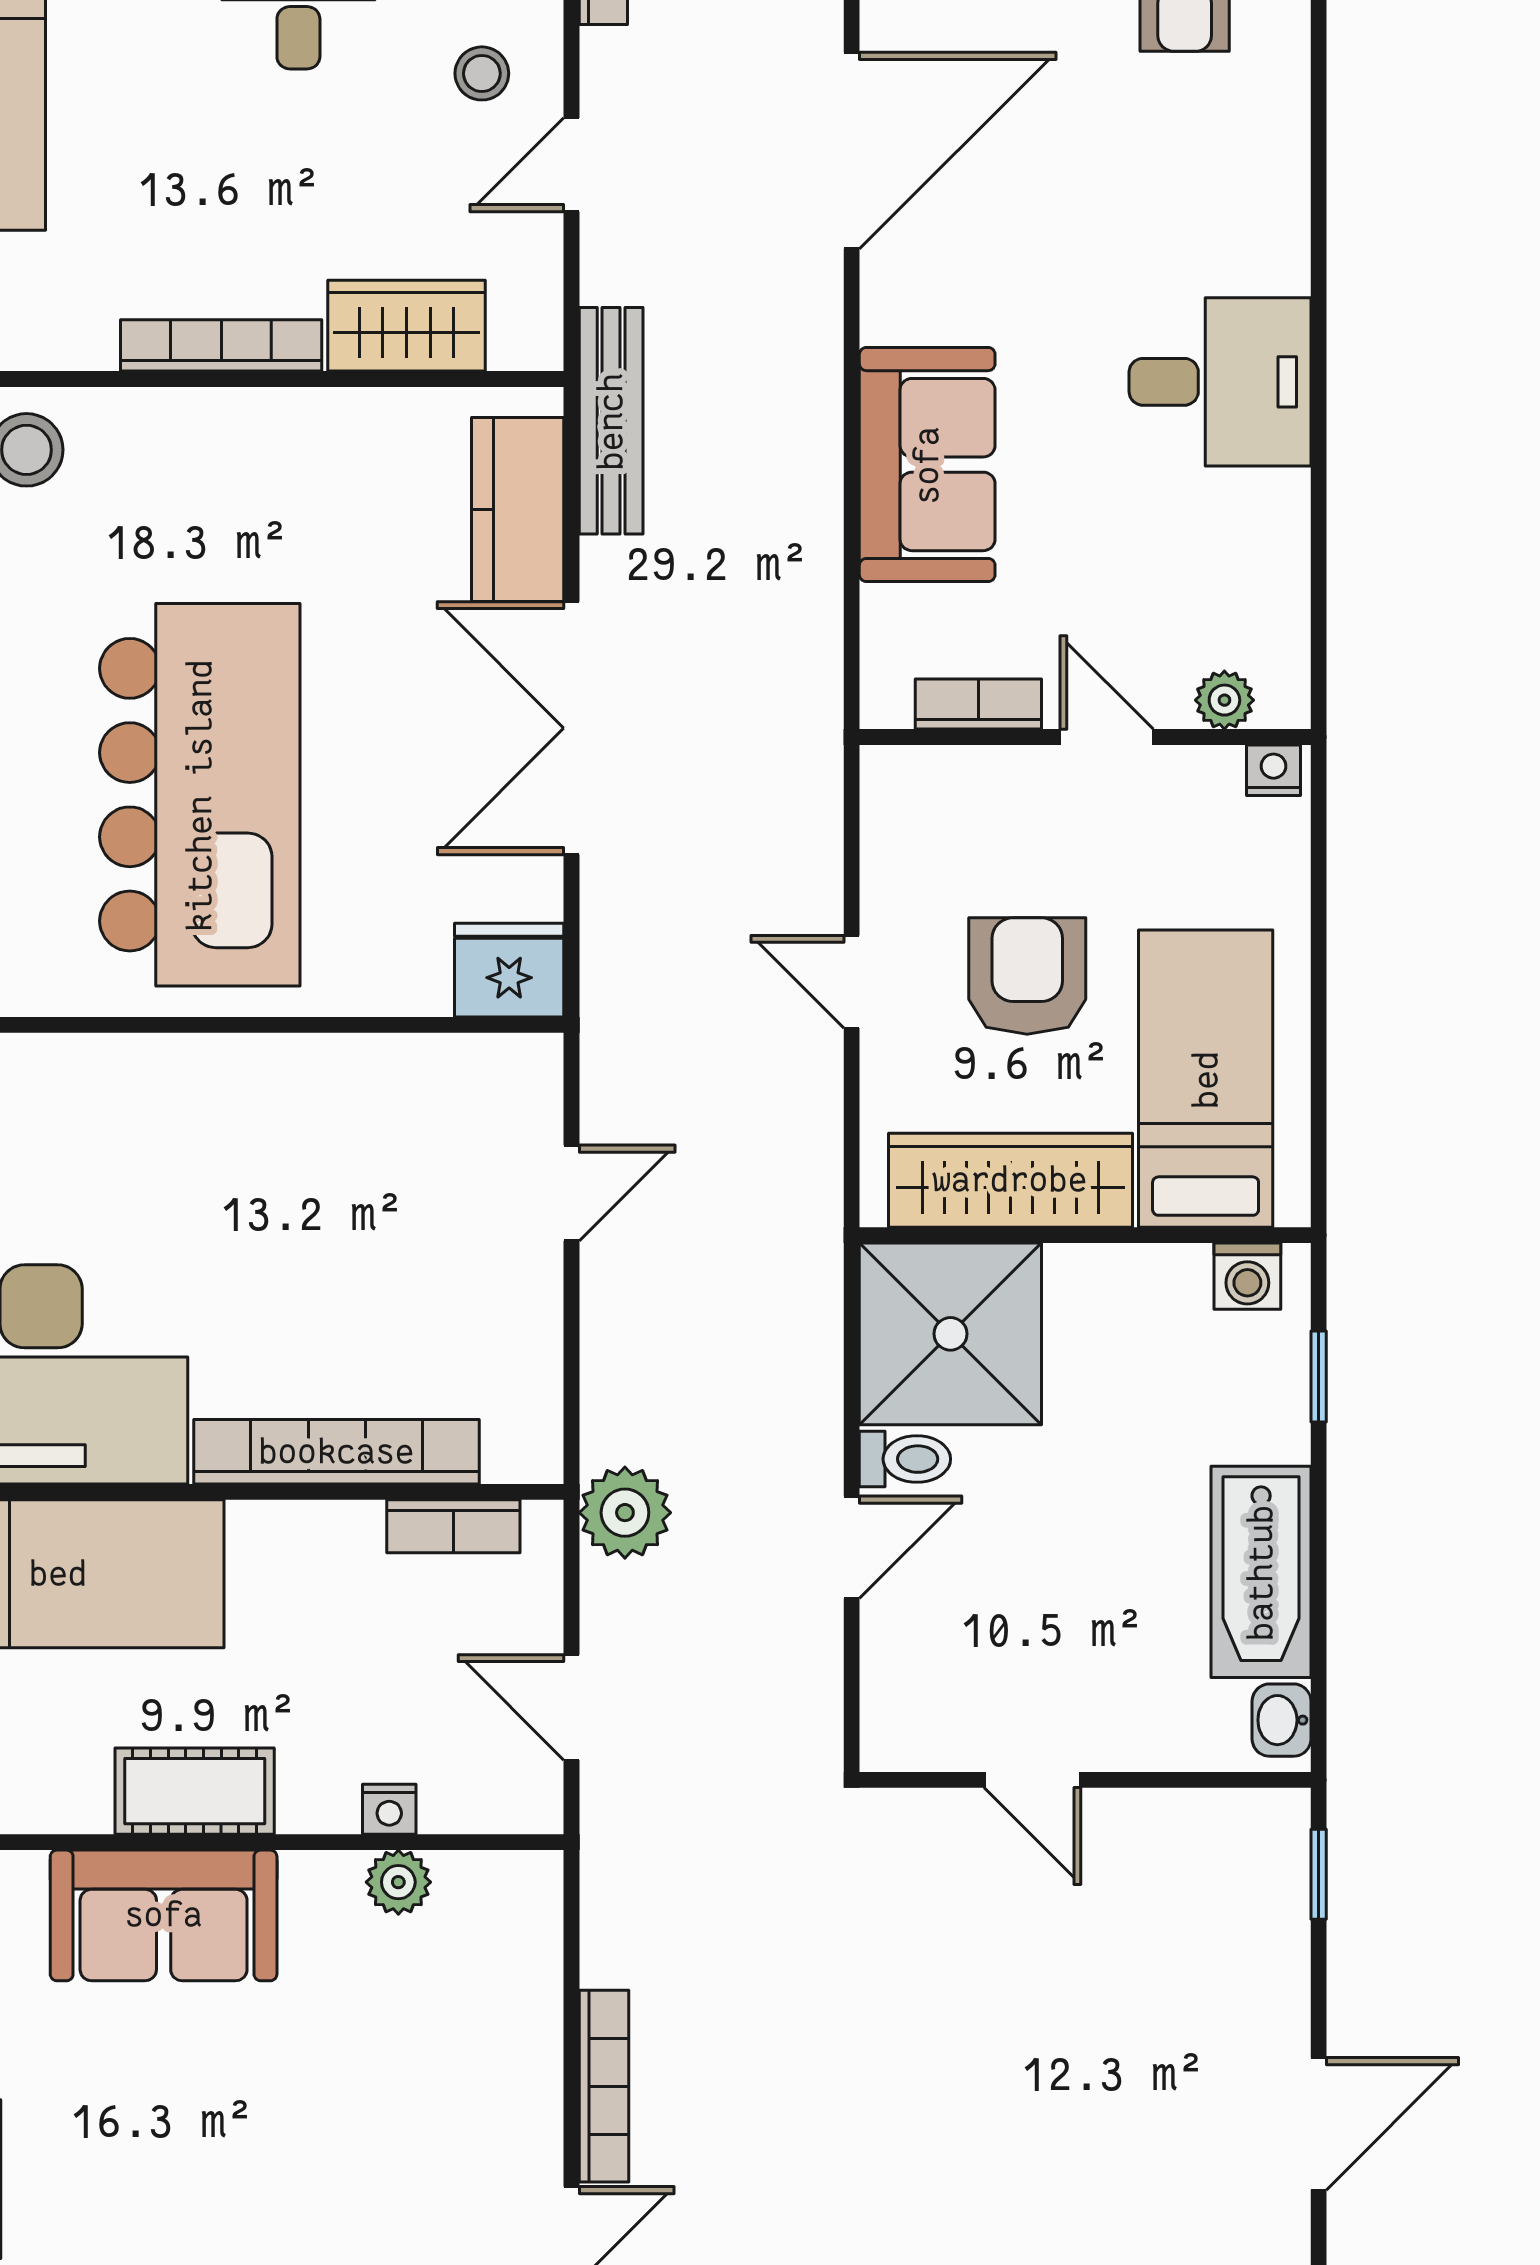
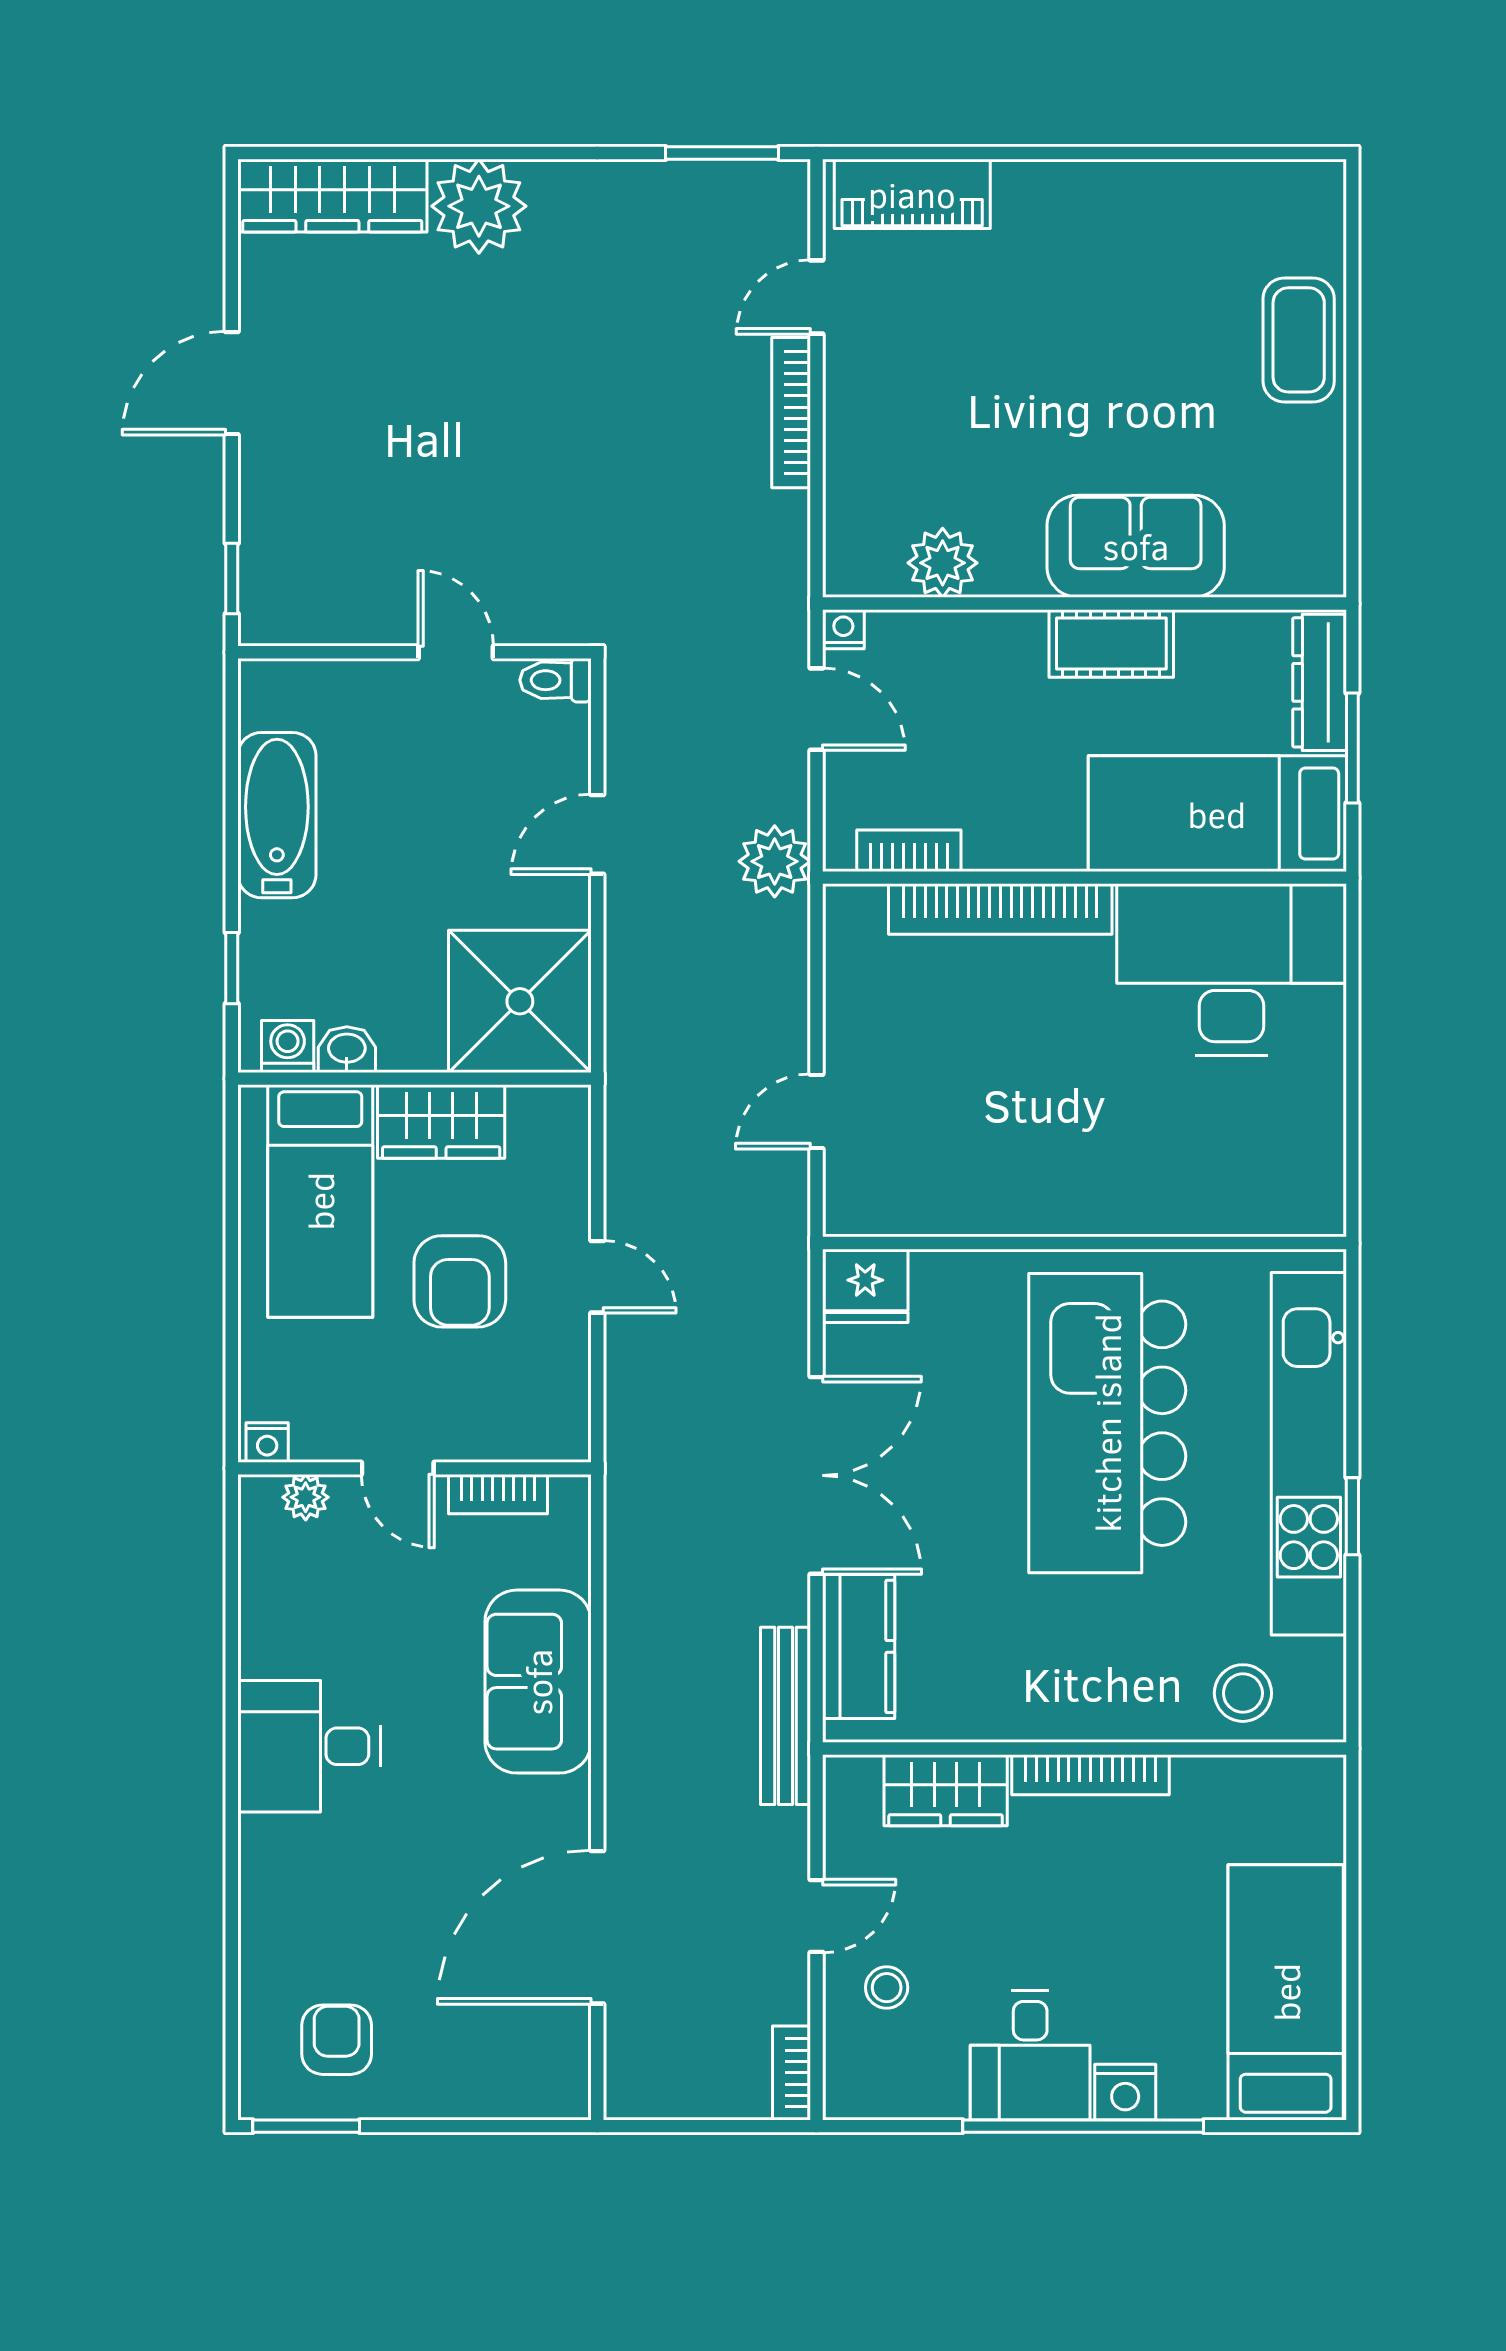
wardrobe: (1010, 1180) -> (441, 1122), width x0.67
toilet: (905, 1459) -> (556, 680), moved
washbasin: (1282, 1720) -> (347, 1050), moved, turned -90
nightstand: (389, 1809) -> (843, 629), moved
plant: (398, 1882) -> (943, 563), width x1.38, depth x1.38

